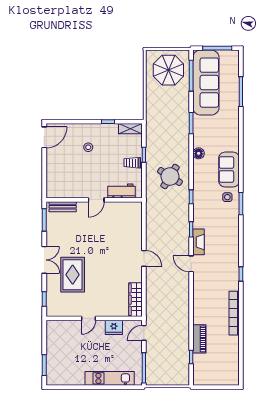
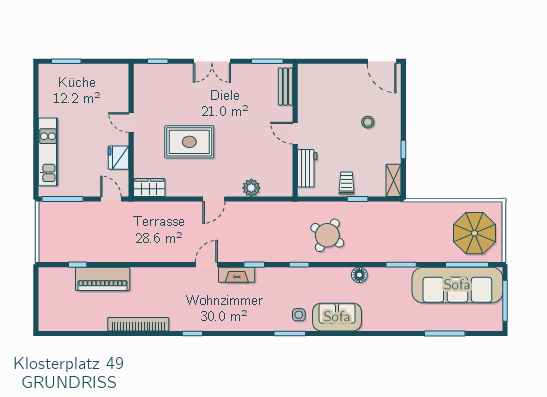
plant: (136, 231) -> (251, 188), added
rug: (73, 275) -> (189, 142), moved
wardrobe: (135, 300) -> (149, 188), width x0.67
piano: (199, 339) -> (103, 279), width x1.37, depth x1.33

